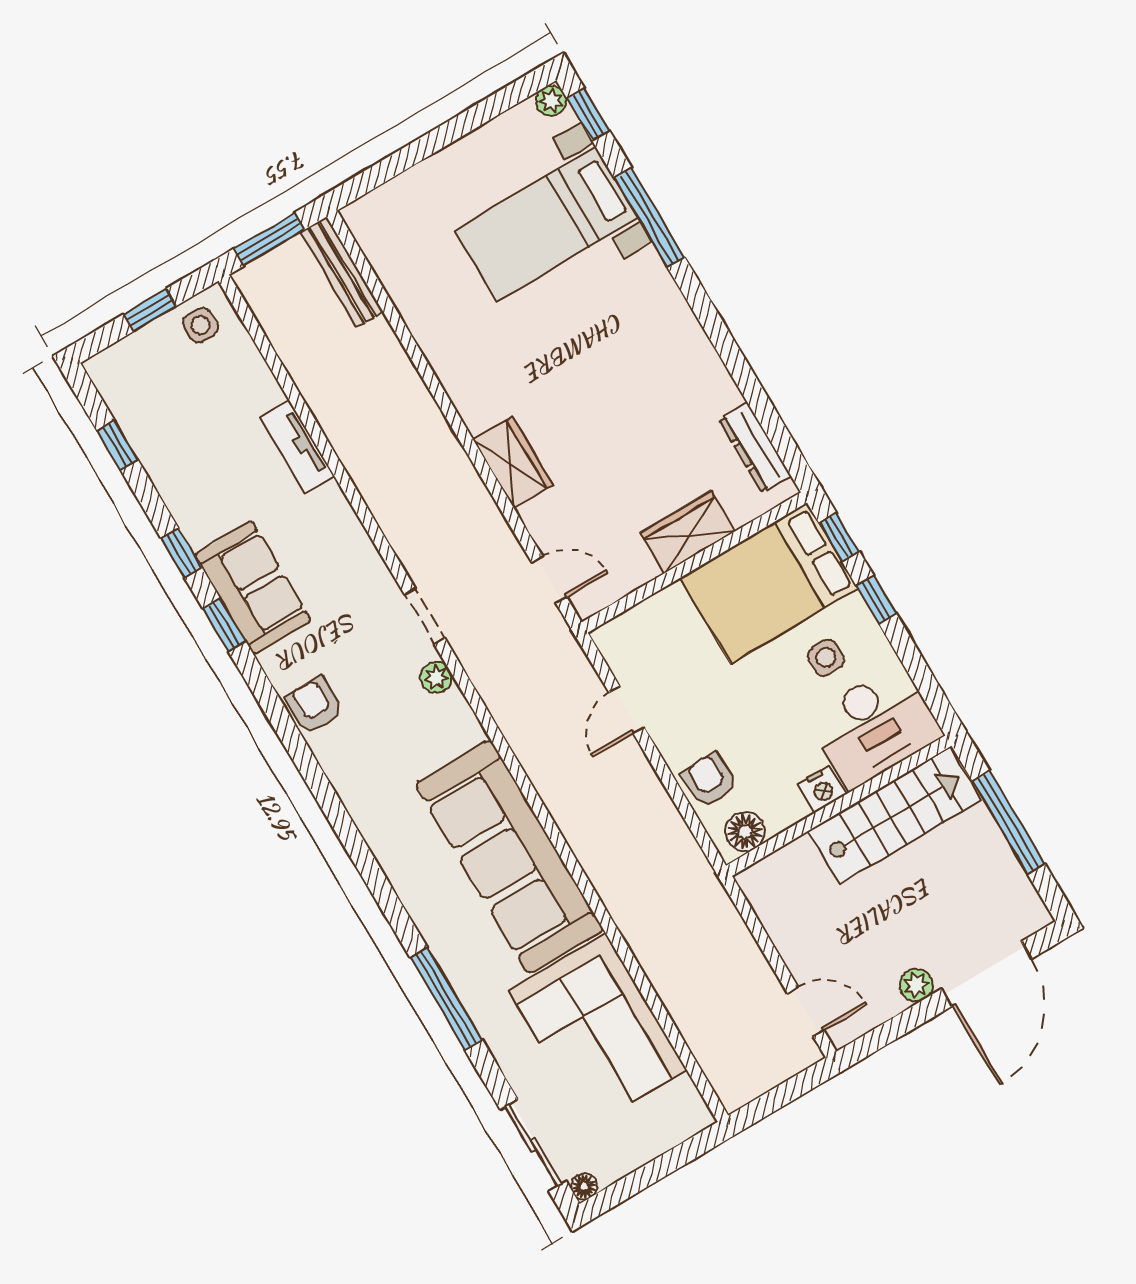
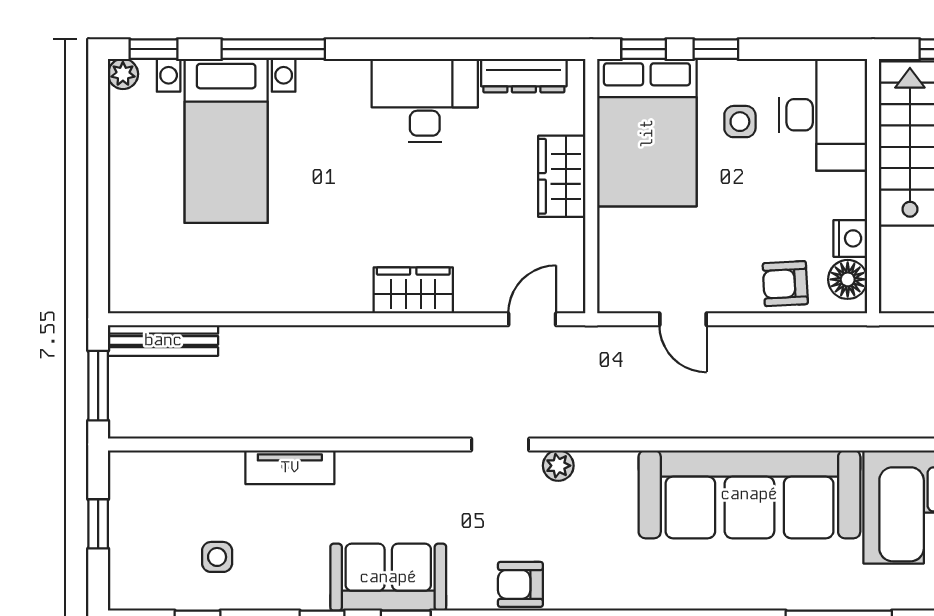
side table: (201, 325) -> (217, 557), moved
desk: (683, 375) -> (425, 101), added
nightstand: (822, 789) -> (850, 238), moved

